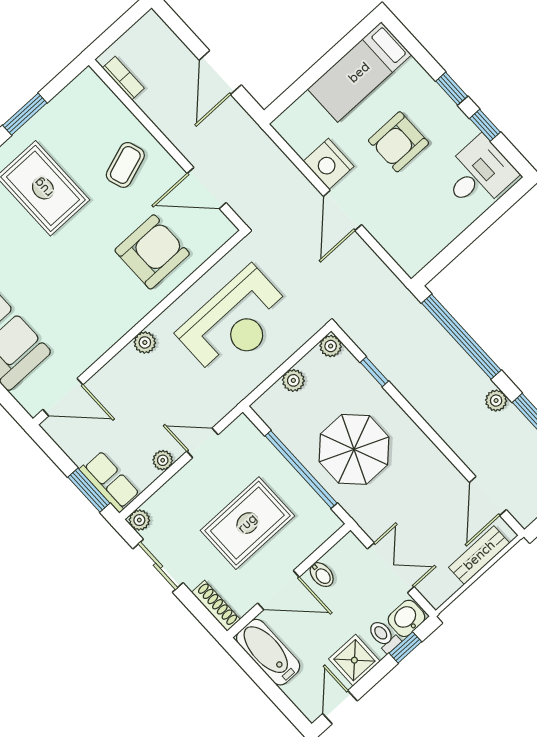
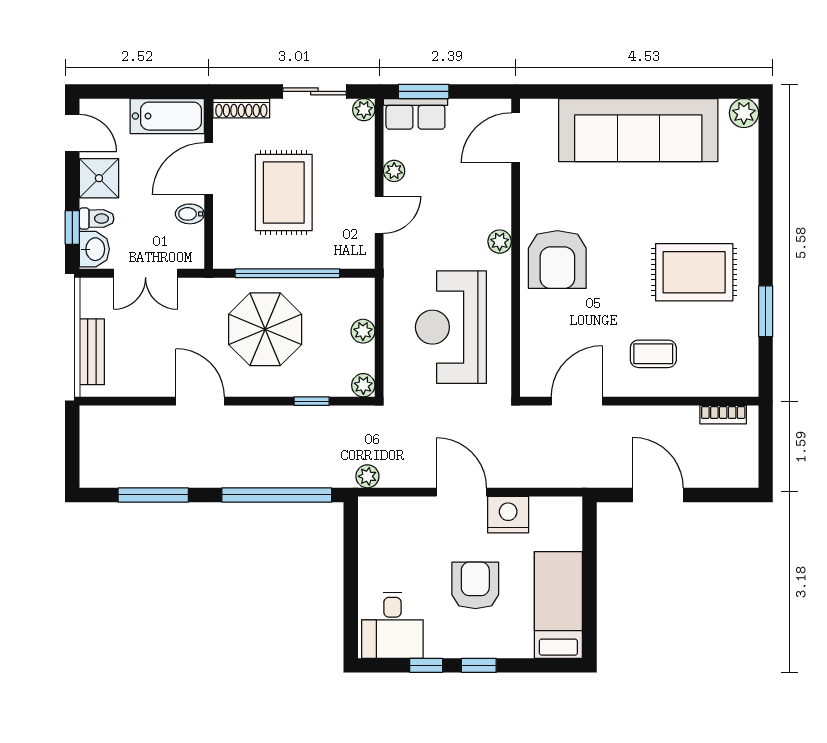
coffee table: (125, 165) -> (653, 354), turned -71
armchair: (152, 252) -> (557, 260), moved
plant: (496, 401) -> (367, 476), moved
door: (488, 496) -> (200, 401), moved

